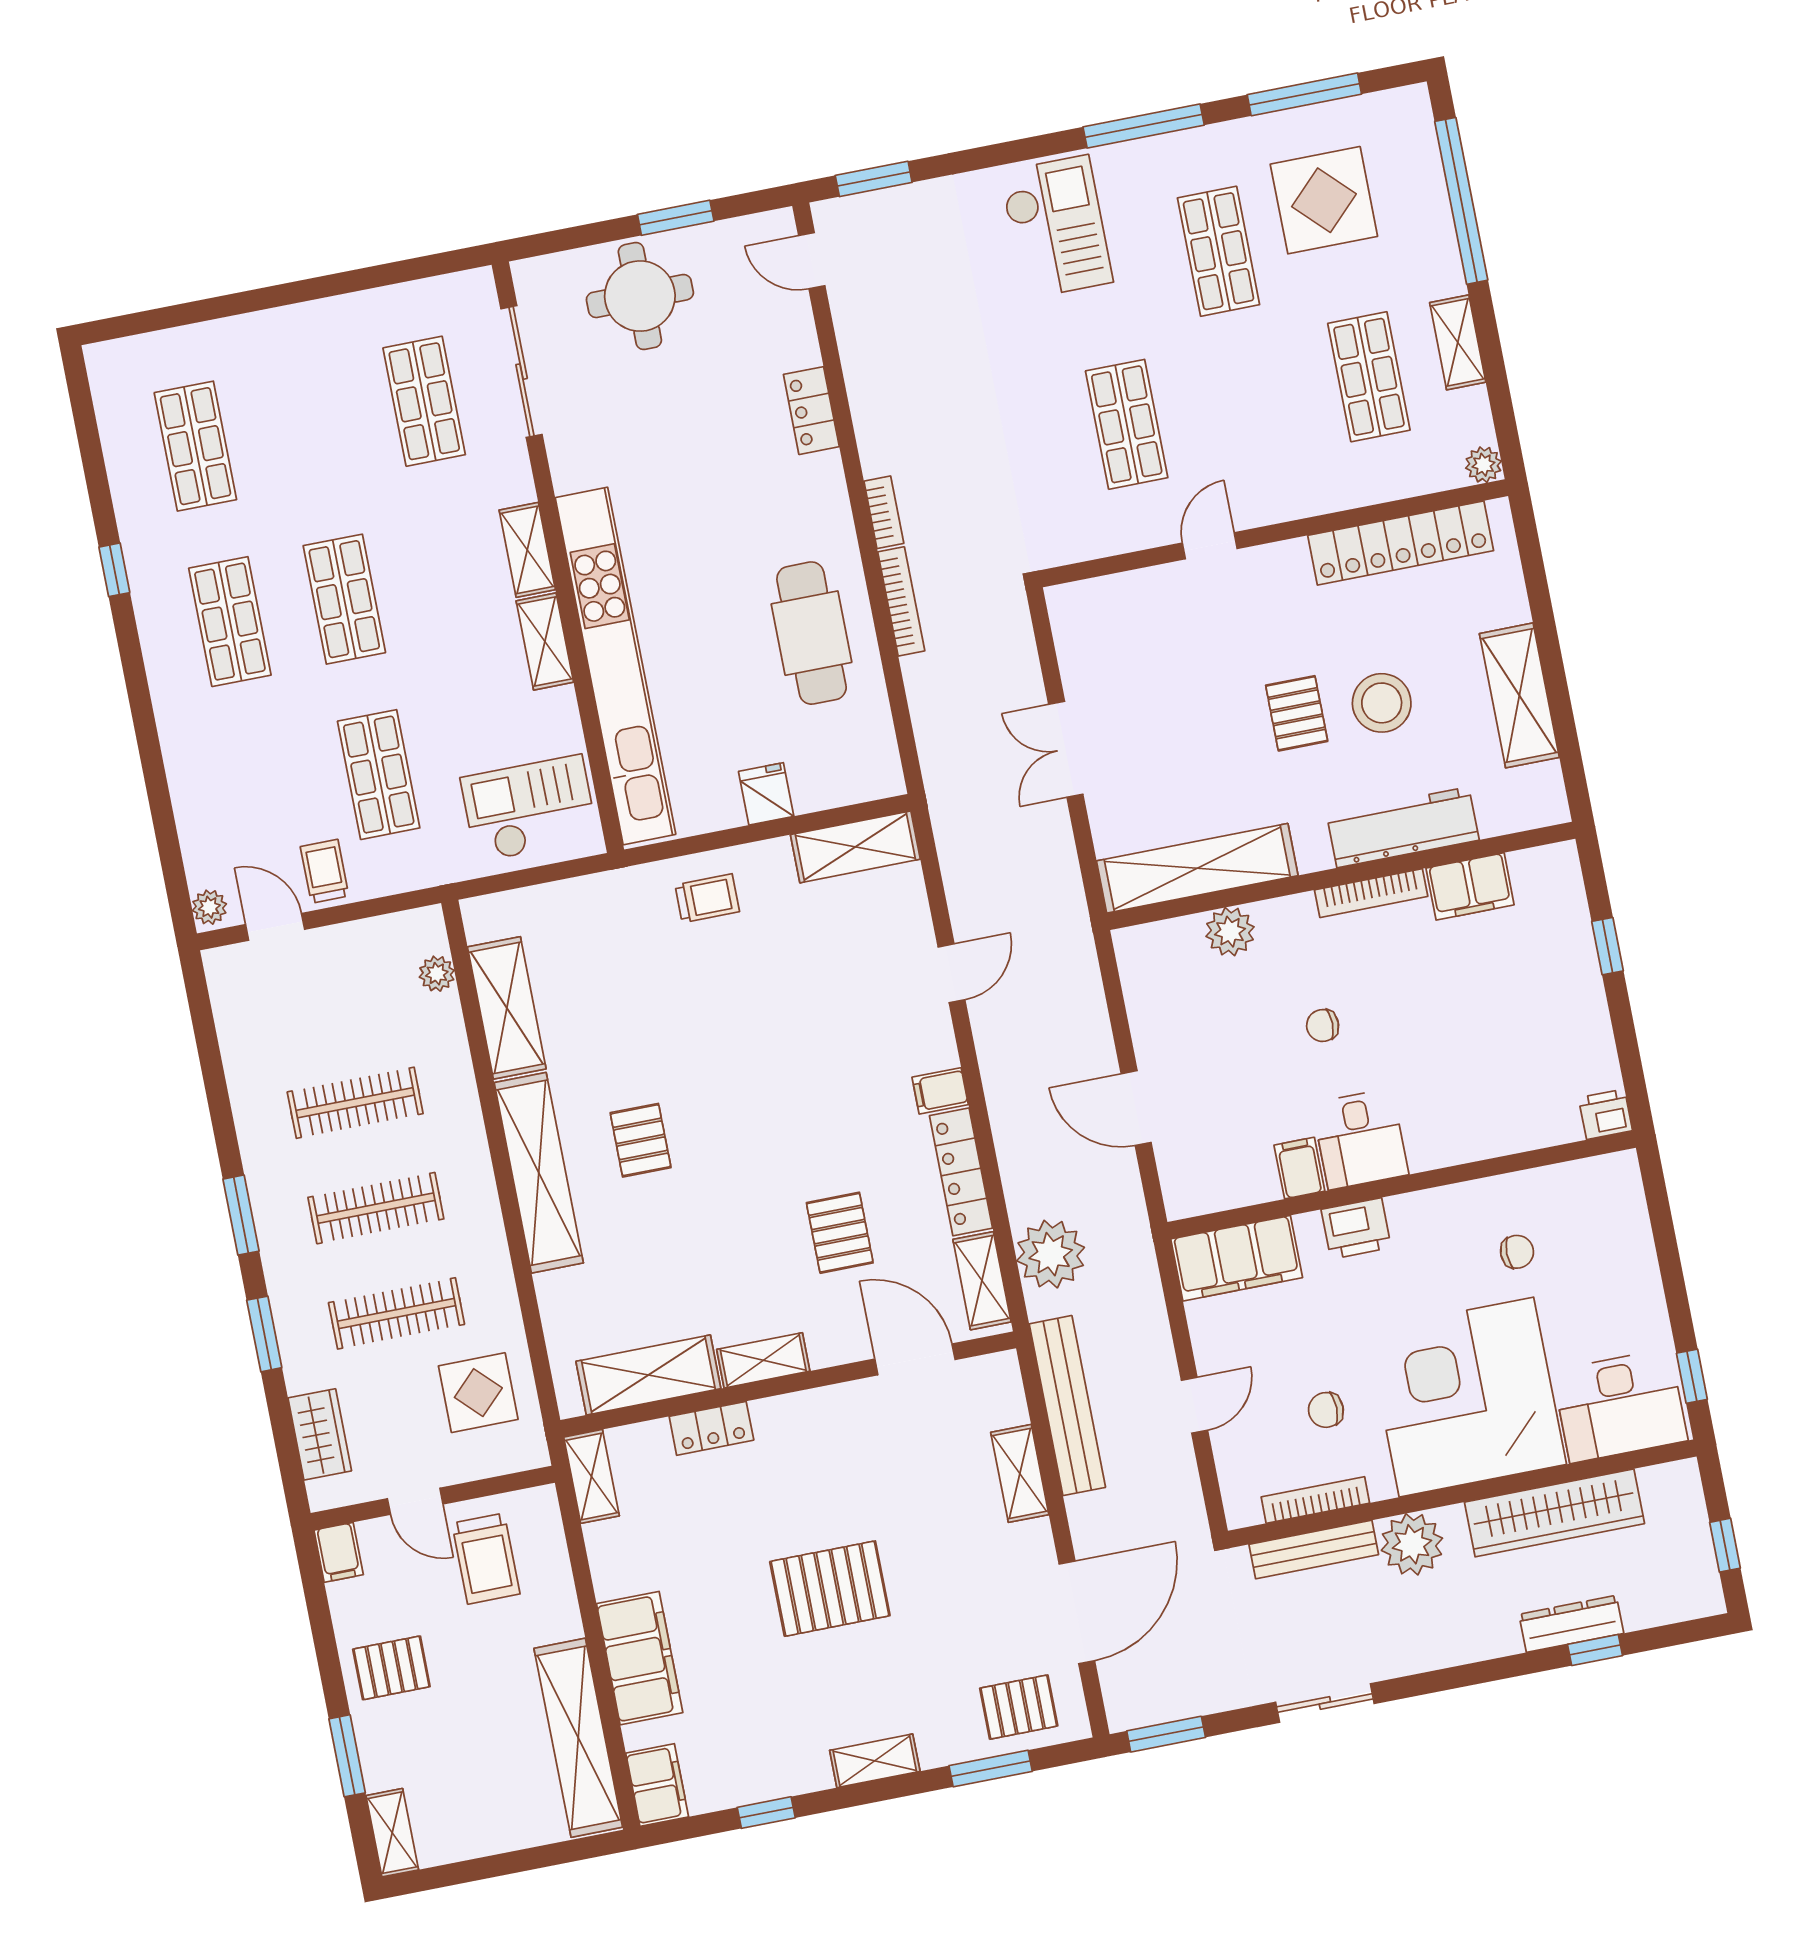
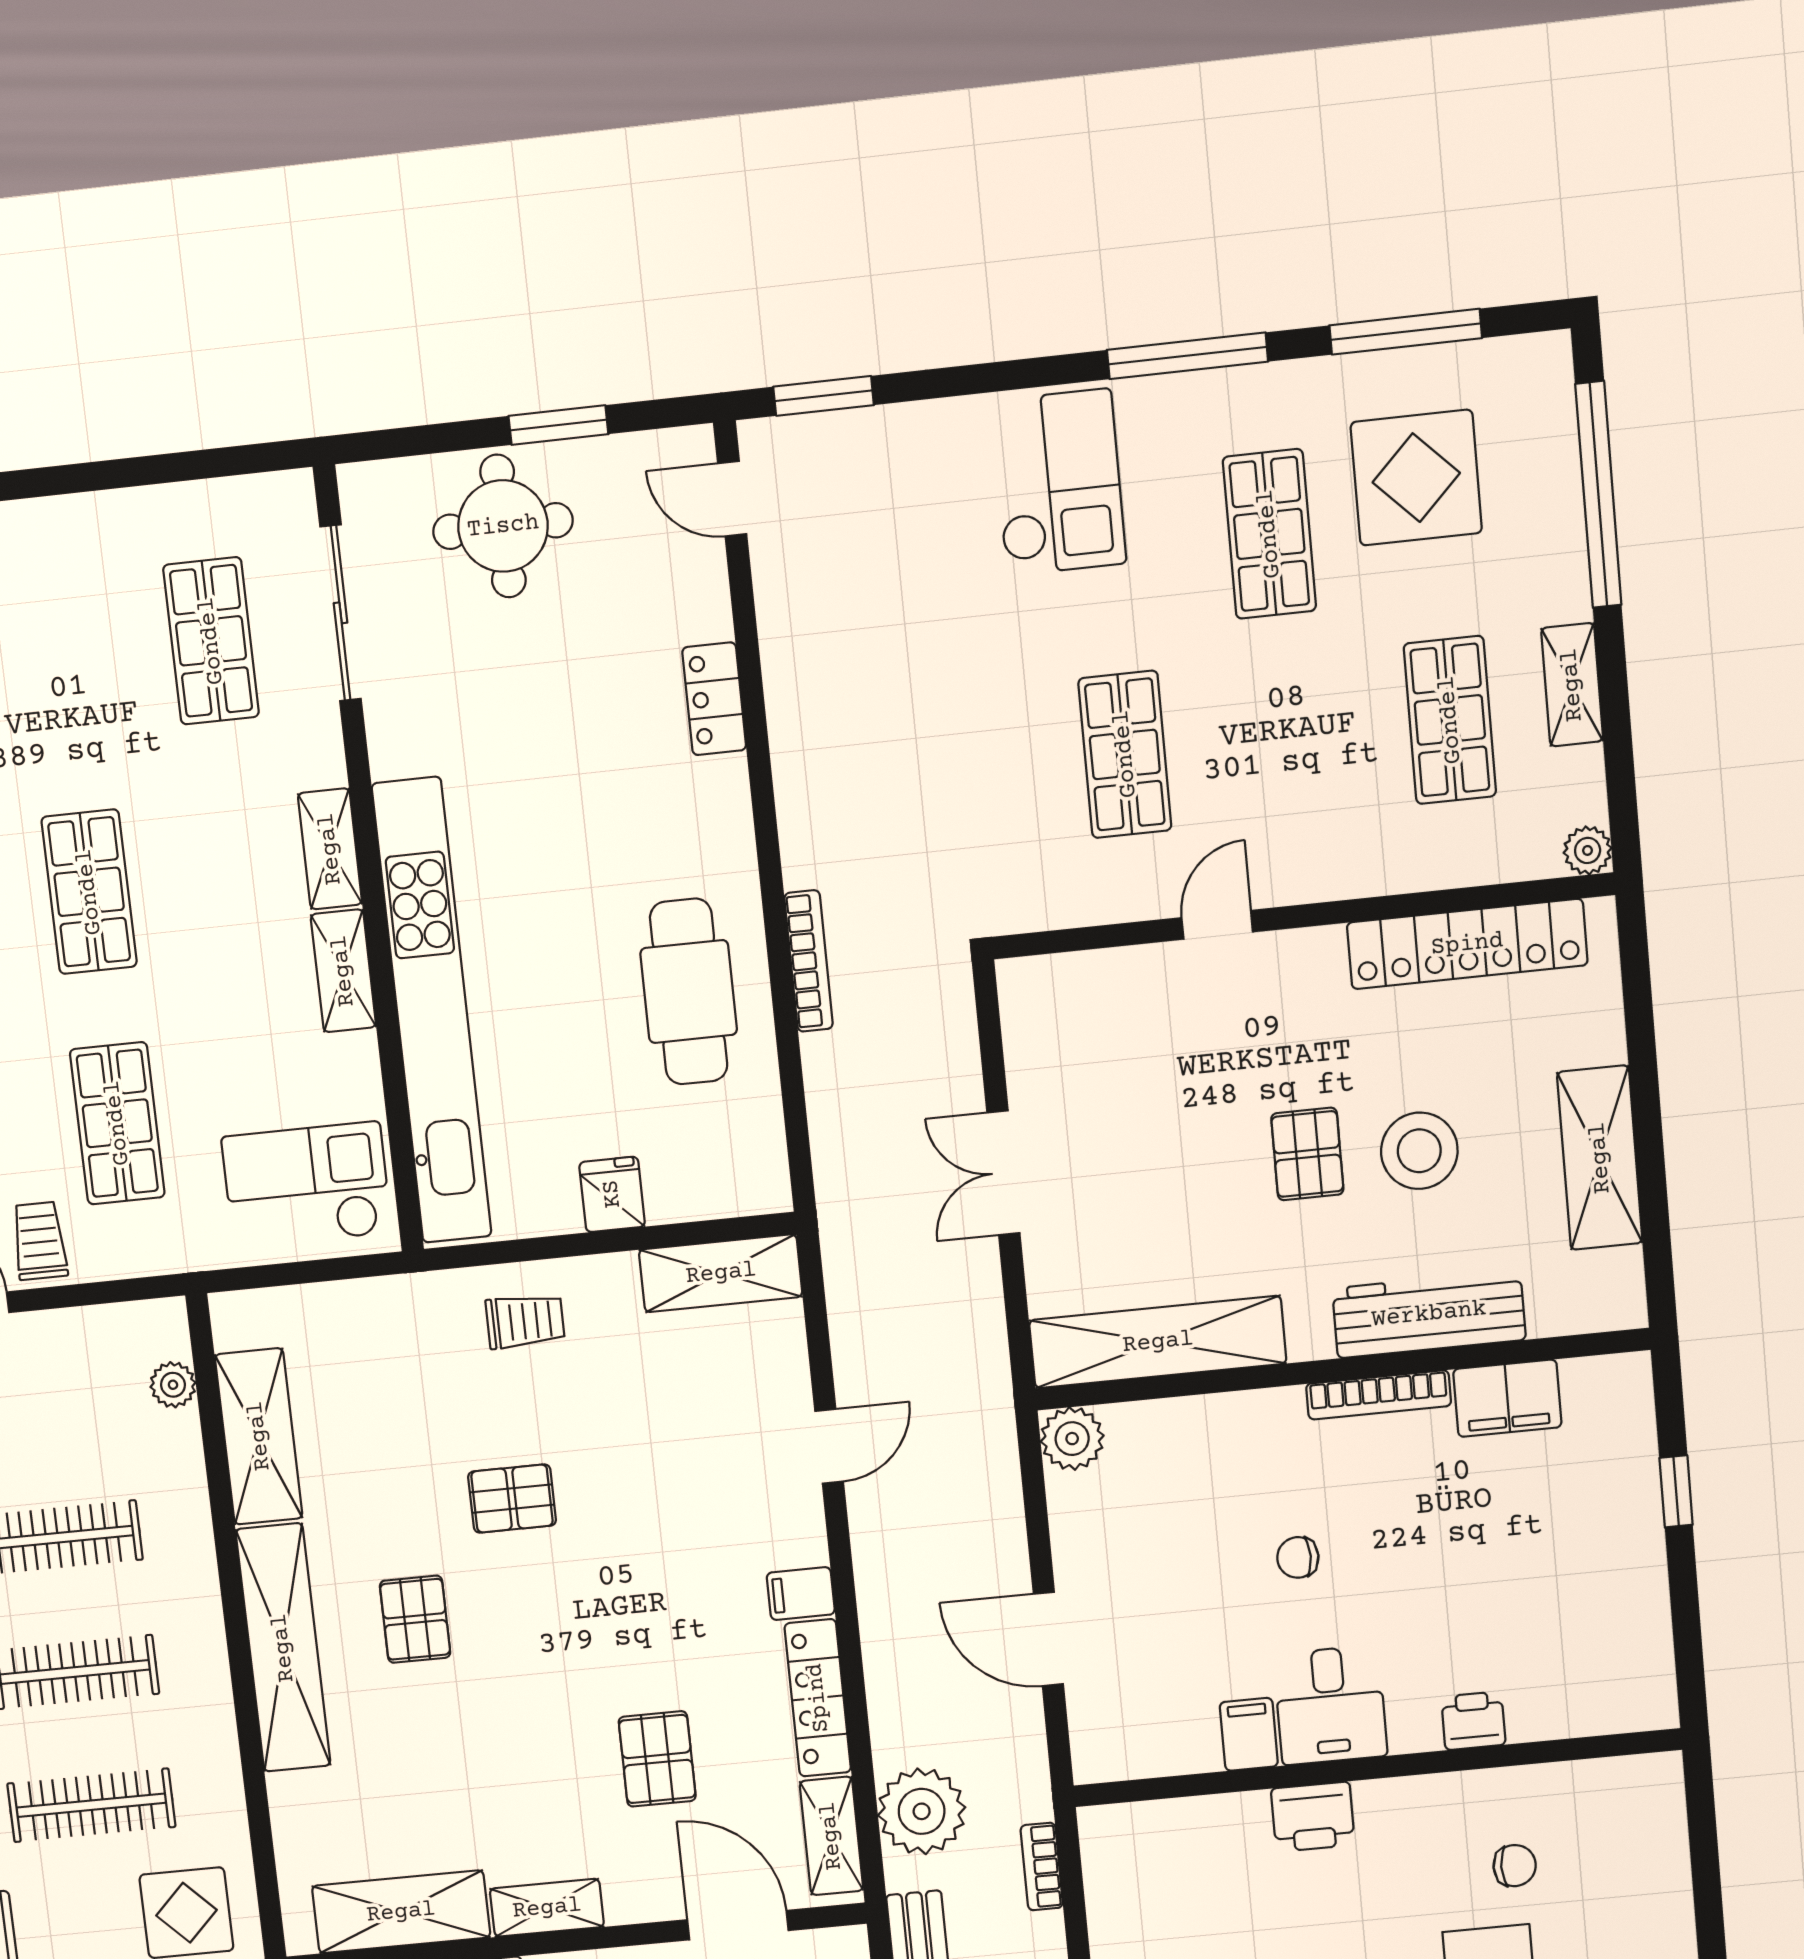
bookcase: (884, 512) -> (1042, 1867), moved, turned 180
plant: (1230, 932) -> (1072, 1439), moved
pallet: (709, 1038) -> (512, 1499), added
printer: (1606, 1114) -> (1473, 1721), moved
filing cabinet: (1237, 1258) -> (1157, 1839), removed

